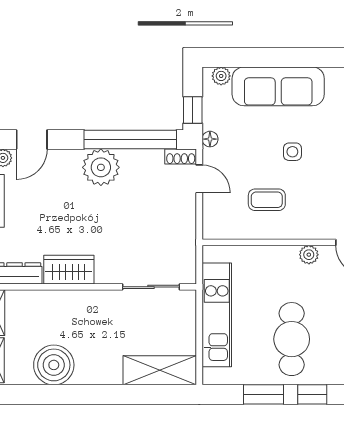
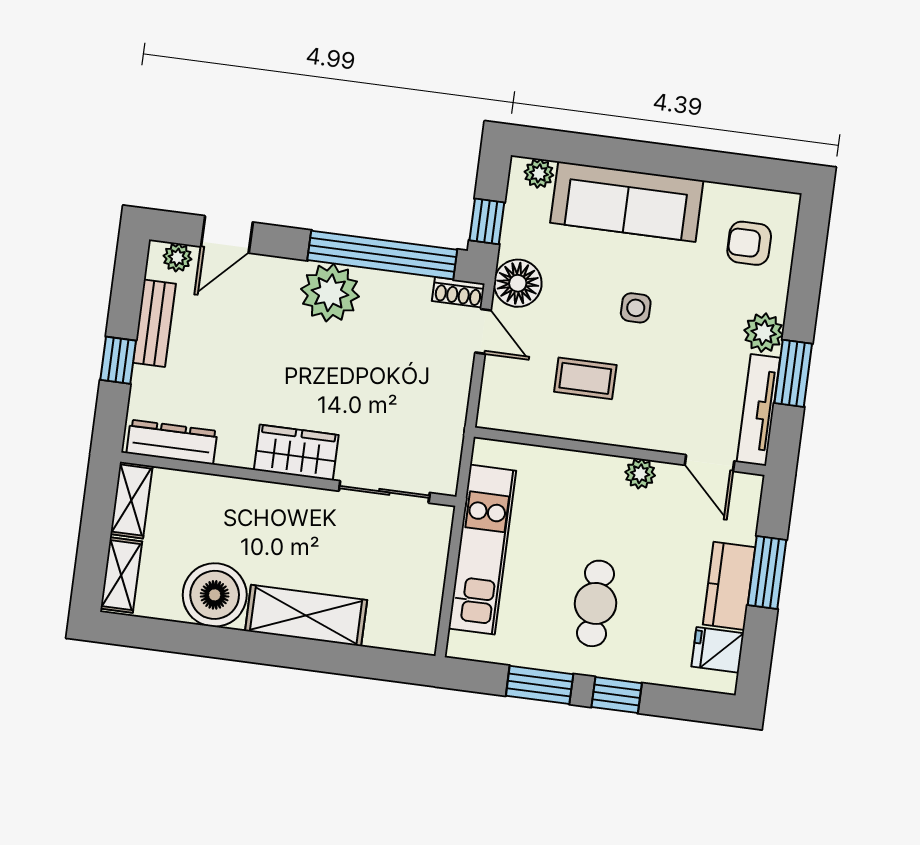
floor lamp: (210, 139) -> (518, 283), width x1.89, depth x1.89
wardrobe: (69, 270) -> (296, 452), moved
cafe table: (292, 339) -> (596, 603), width x0.73, depth x0.74
shelving: (160, 370) -> (306, 616), moved

